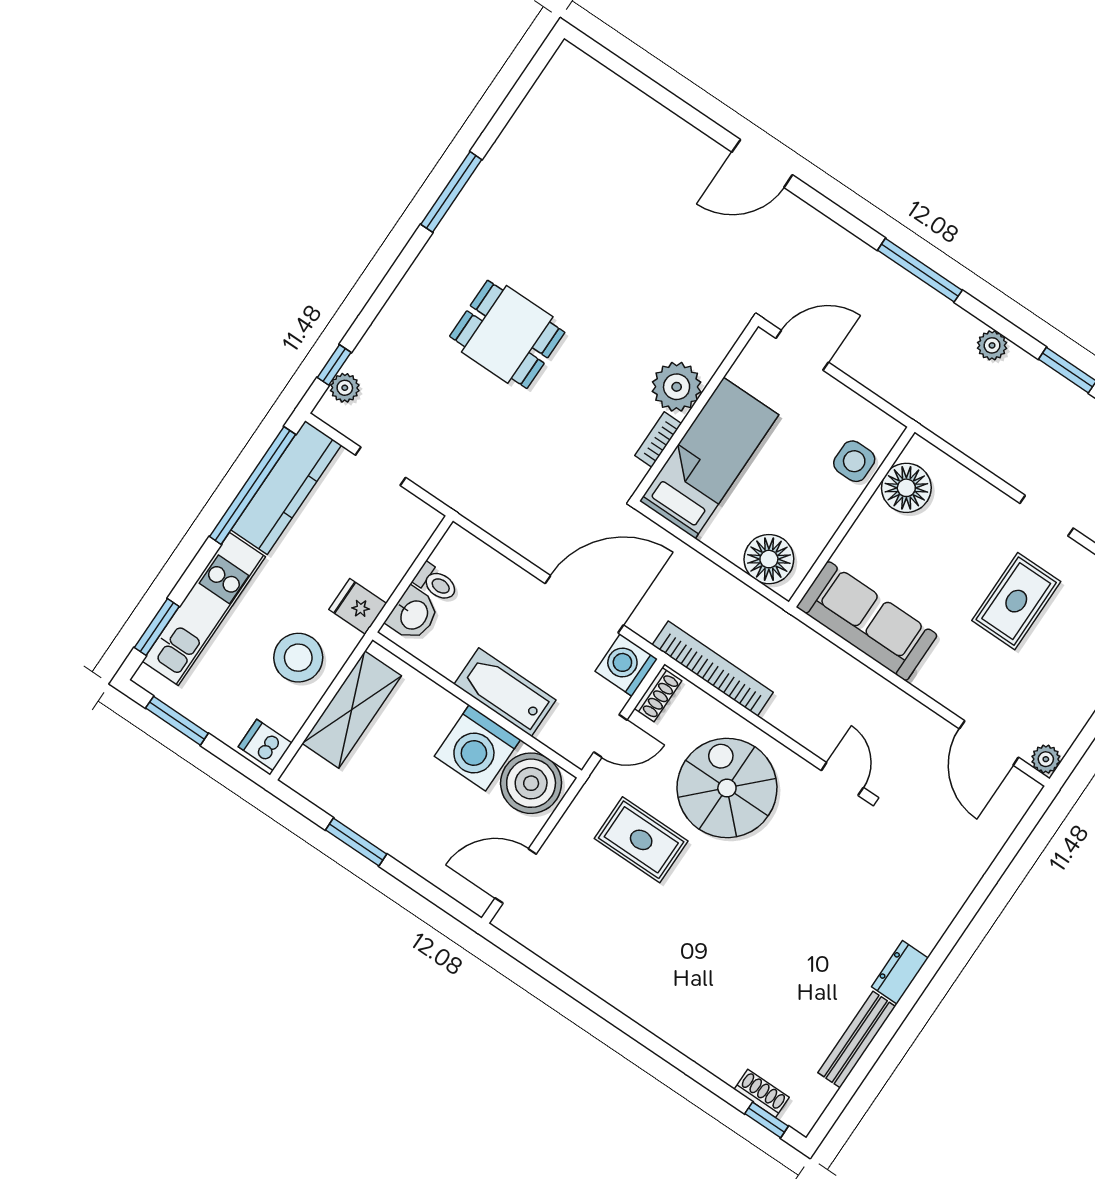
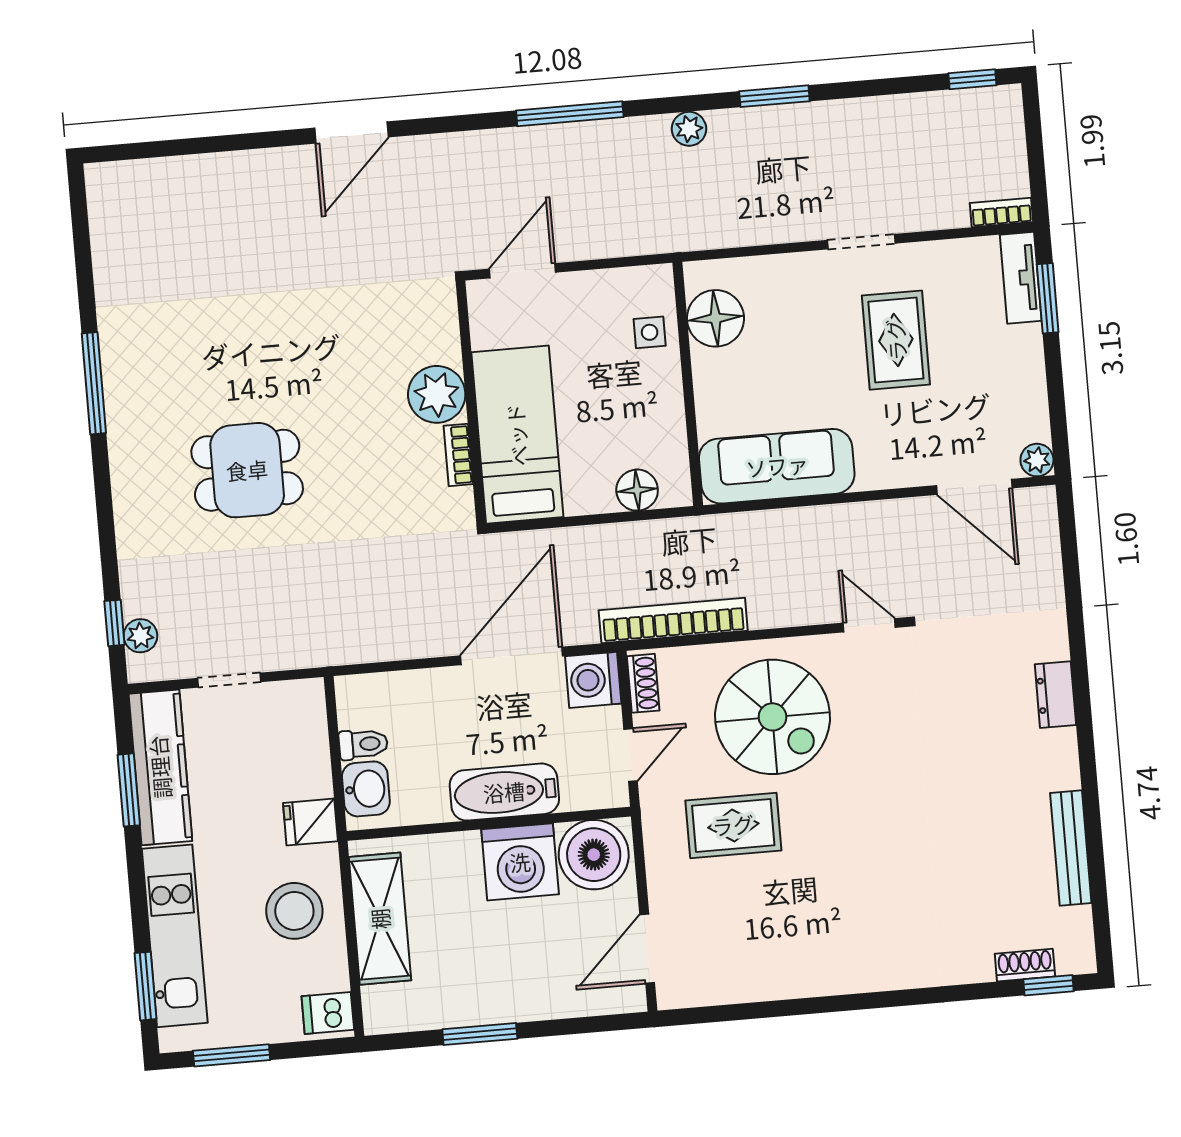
side table: (854, 461) -> (650, 332), width x0.73, depth x0.73
window: (253, 485) -> (129, 790), width x0.47
floor lamp: (769, 559) -> (637, 490), width x0.73, depth x0.73
spiral stairs: (727, 788) -> (772, 717), turned 180
dresser: (900, 972) -> (1055, 695), moved

